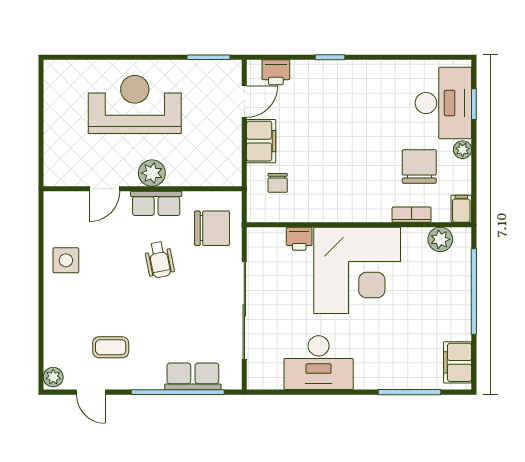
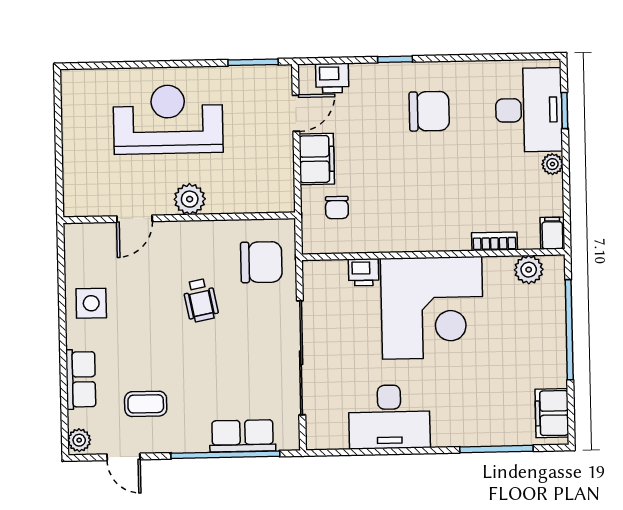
chair: (419, 166) -> (429, 111), moved, turned 90
row of seats: (156, 203) -> (81, 379), moved, turned -90

